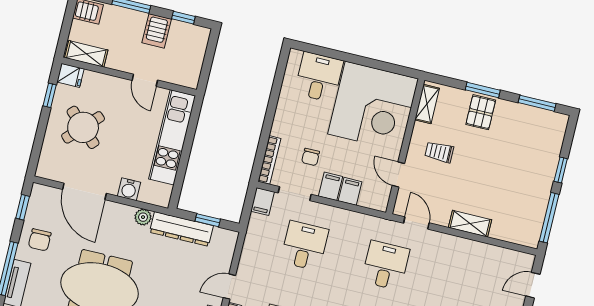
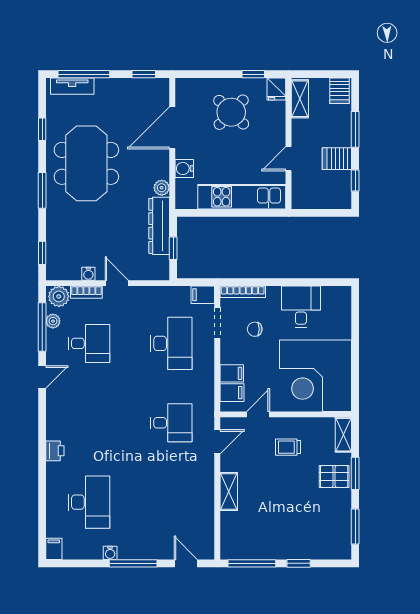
desk: (319, 77) -> (301, 307), moved, turned -90
shelving: (427, 104) -> (343, 435), moved, turned 90
trolley: (439, 152) -> (288, 447), turned -90
filing cabinet: (331, 186) -> (232, 393), moved
chair: (40, 240) -> (117, 97), removed
desk: (304, 246) -> (171, 343), width x1.37

